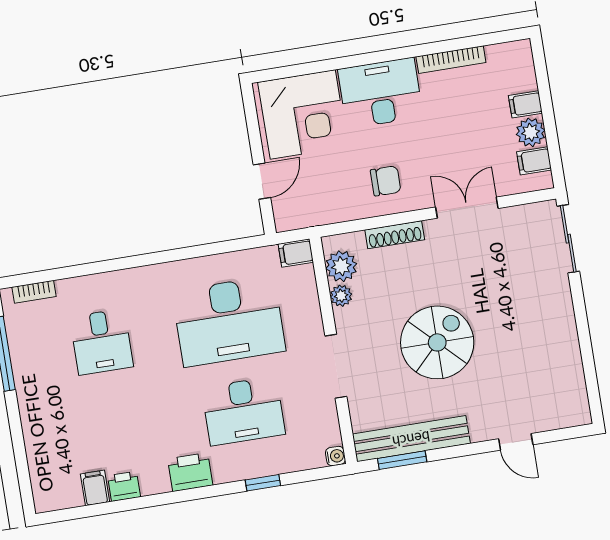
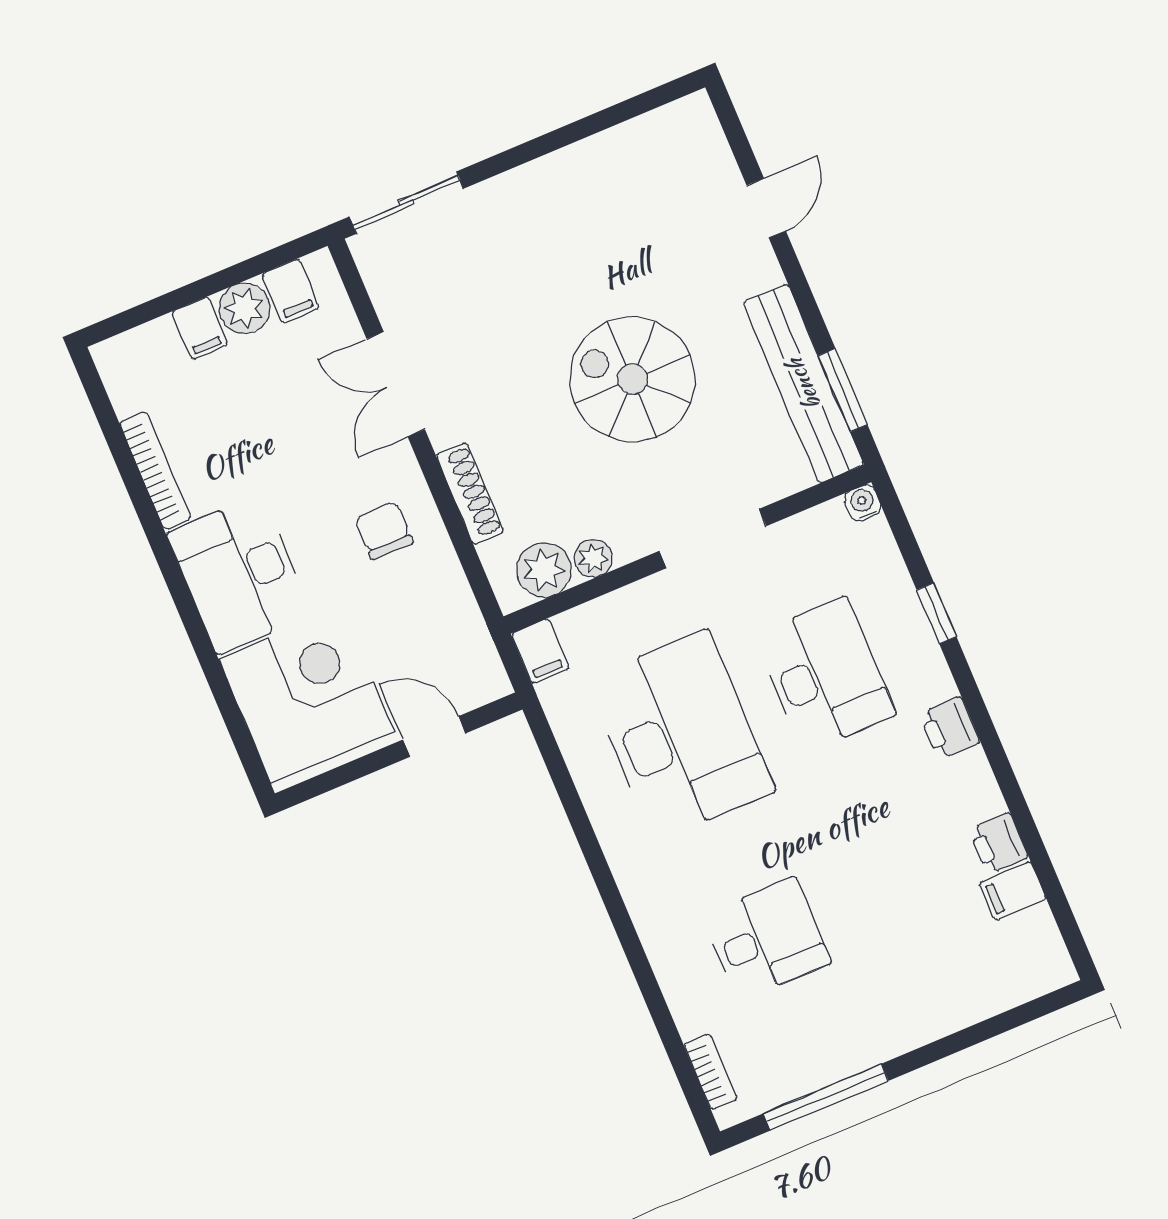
printer: (190, 472) -> (950, 728), width x0.73, depth x0.81

